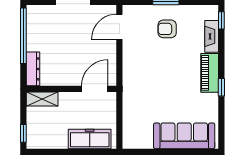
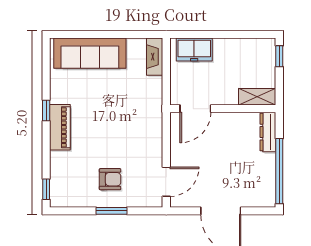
fireplace: (212, 36) -> (155, 57), moved, turned 180
freezer: (90, 139) -> (194, 50), width x0.71

